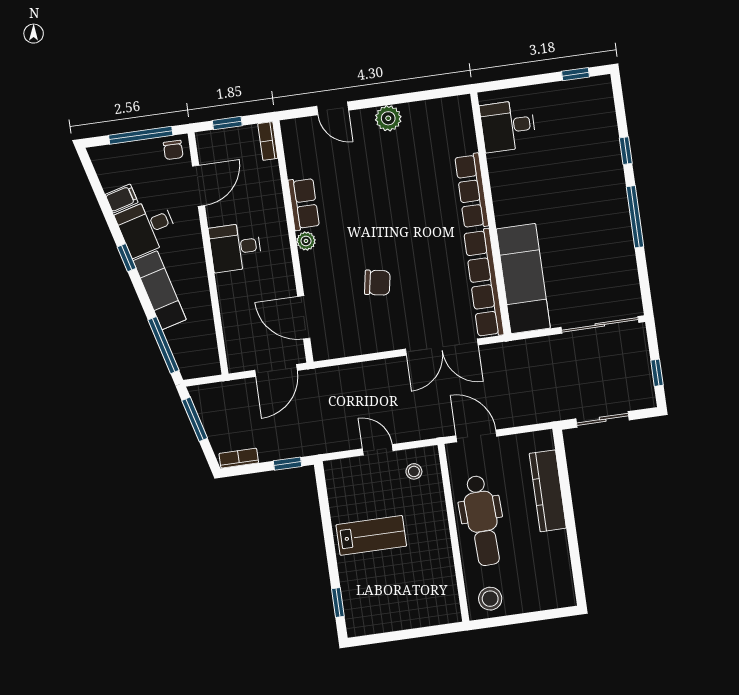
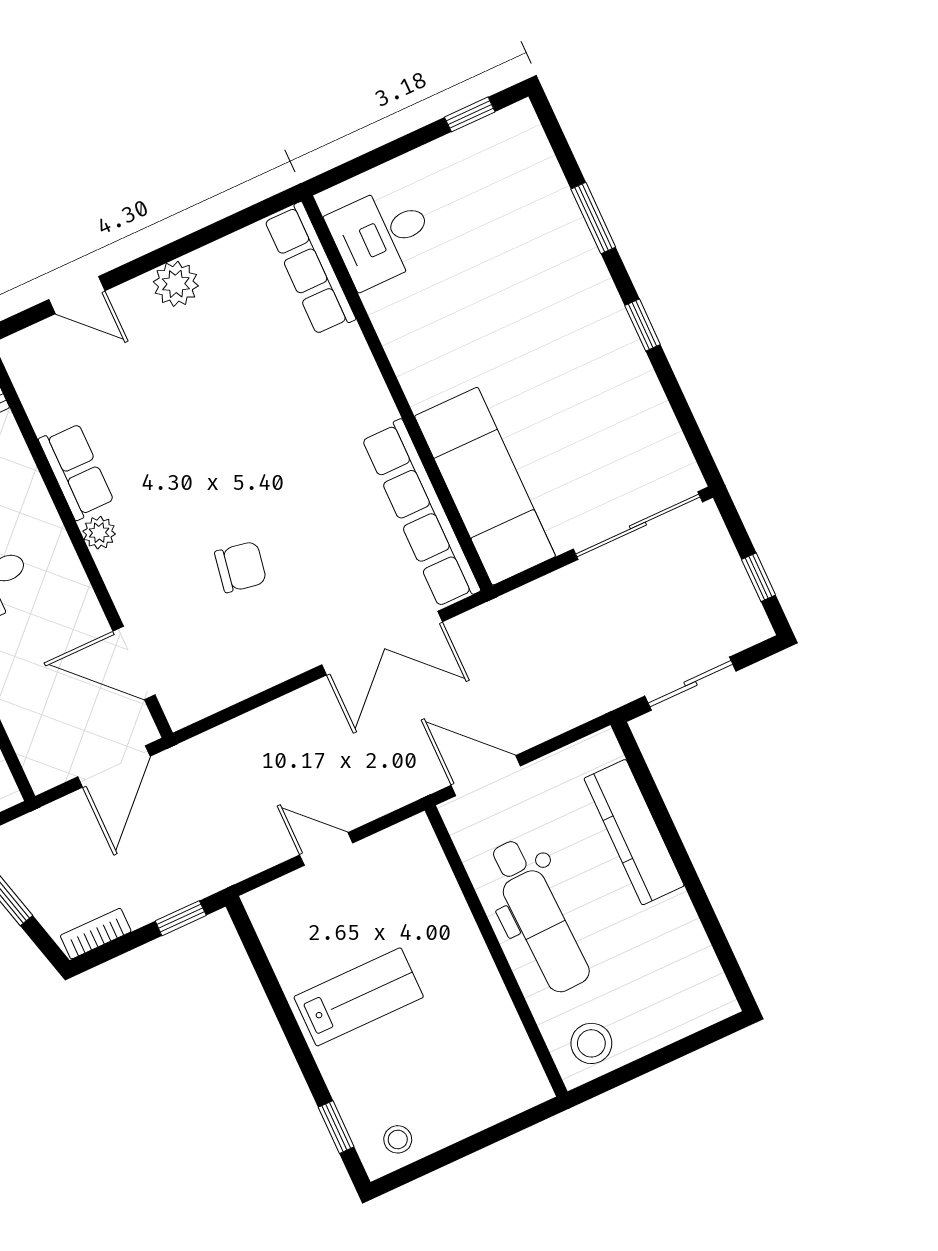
window: (626, 151) -> (593, 218), width x1.50
row of seats: (472, 191) -> (310, 269), moved
window: (635, 217) -> (643, 325), width x0.46
stool: (414, 471) -> (398, 1139), moved

